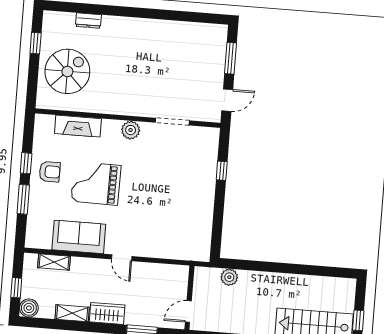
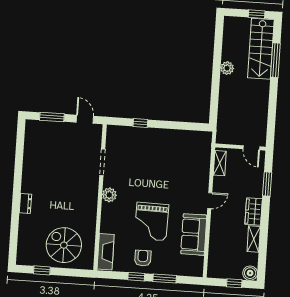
dresser: (88, 21) -> (25, 203), moved
fireplace: (78, 126) -> (106, 252), moved
shelving: (54, 262) -> (220, 163), moved
plant: (229, 277) -> (227, 68), moved

